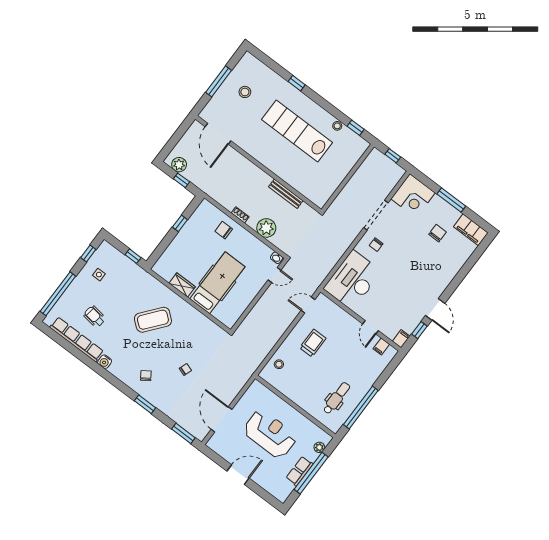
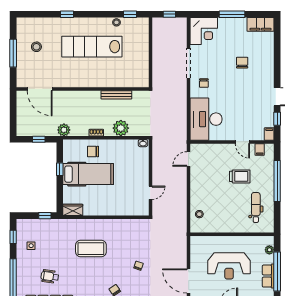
plant: (179, 165) -> (64, 130), moved
chair: (437, 233) -> (242, 63), moved
door: (274, 275) -> (150, 193), moved
hospital bed: (217, 283) -> (88, 174), moved, turned 90
wardrobe: (182, 285) -> (73, 210), moved
coffee table: (153, 320) -> (91, 249), turned 51
trolley: (313, 343) -> (240, 176), moved, turned 90
window: (361, 408) -> (277, 181), moved
reception desk: (270, 434) -> (229, 266), turned 180

